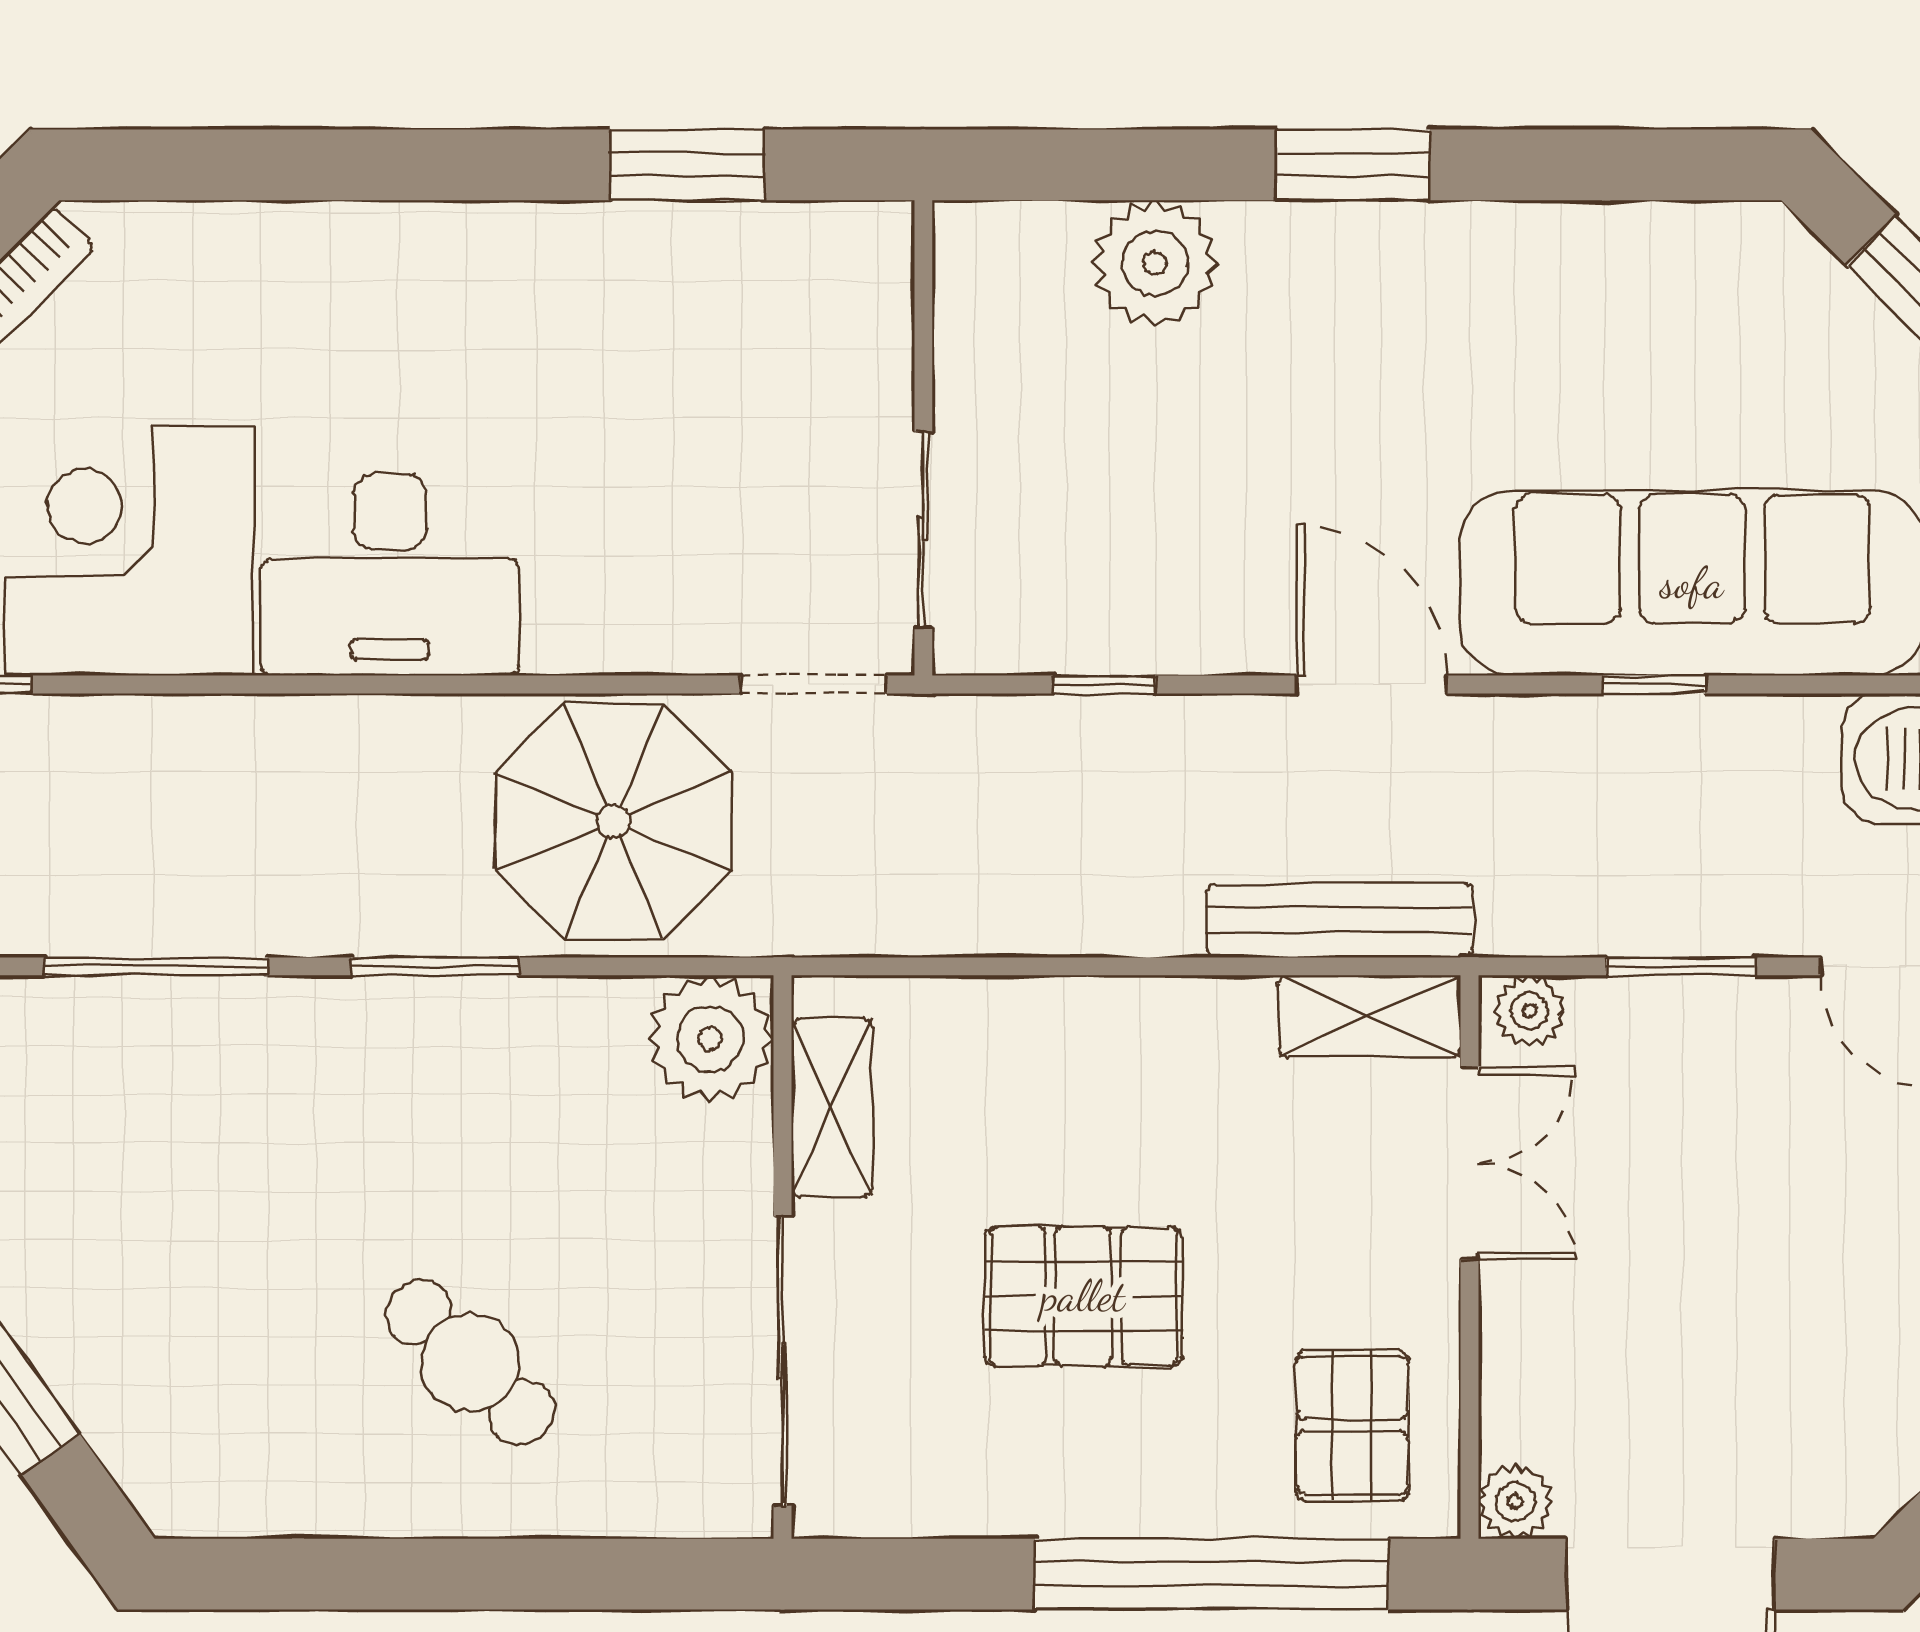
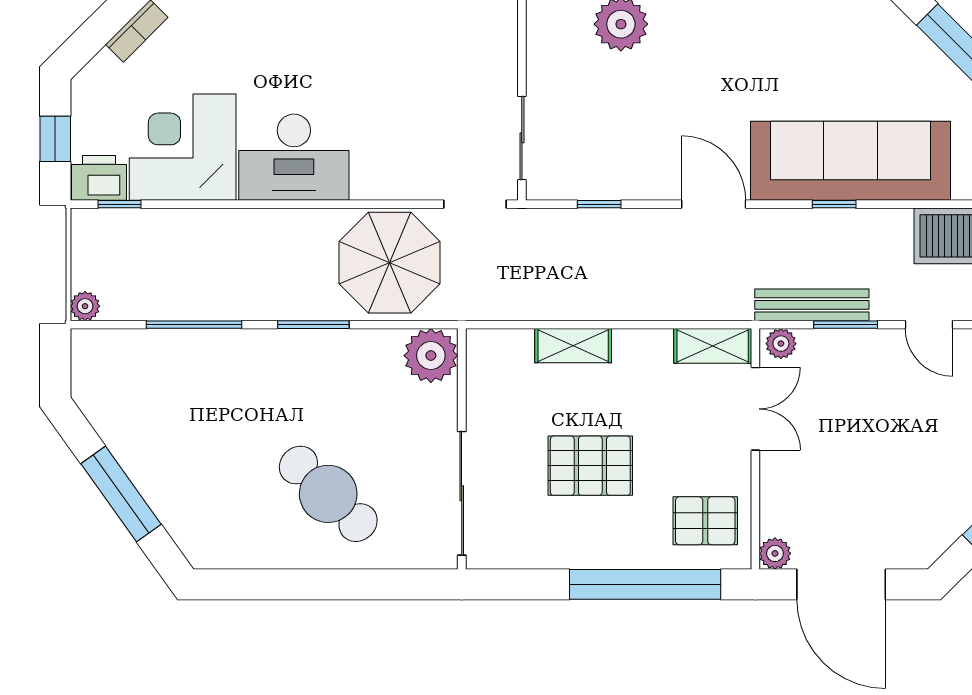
bench: (1340, 920) -> (812, 305), moved
shelving: (832, 1108) -> (573, 346), moved, turned 90
cafe table: (470, 1362) -> (328, 494), width x1.37, depth x1.35
pallet: (1352, 1425) -> (705, 521), turned 90

